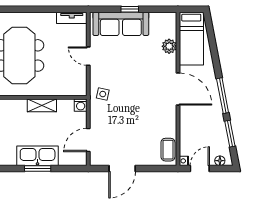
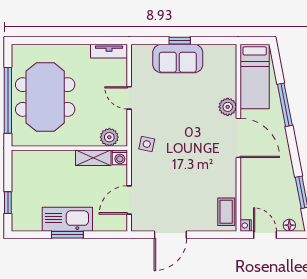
sofa: (121, 24) -> (178, 58), width x0.73
plant: (169, 46) -> (228, 107), moved
plant: (72, 88) -> (109, 137), added
window: (223, 96) -> (285, 105), moved
shelving: (42, 105) -> (93, 158), moved
door: (200, 169) -> (265, 235), hinge flipped

